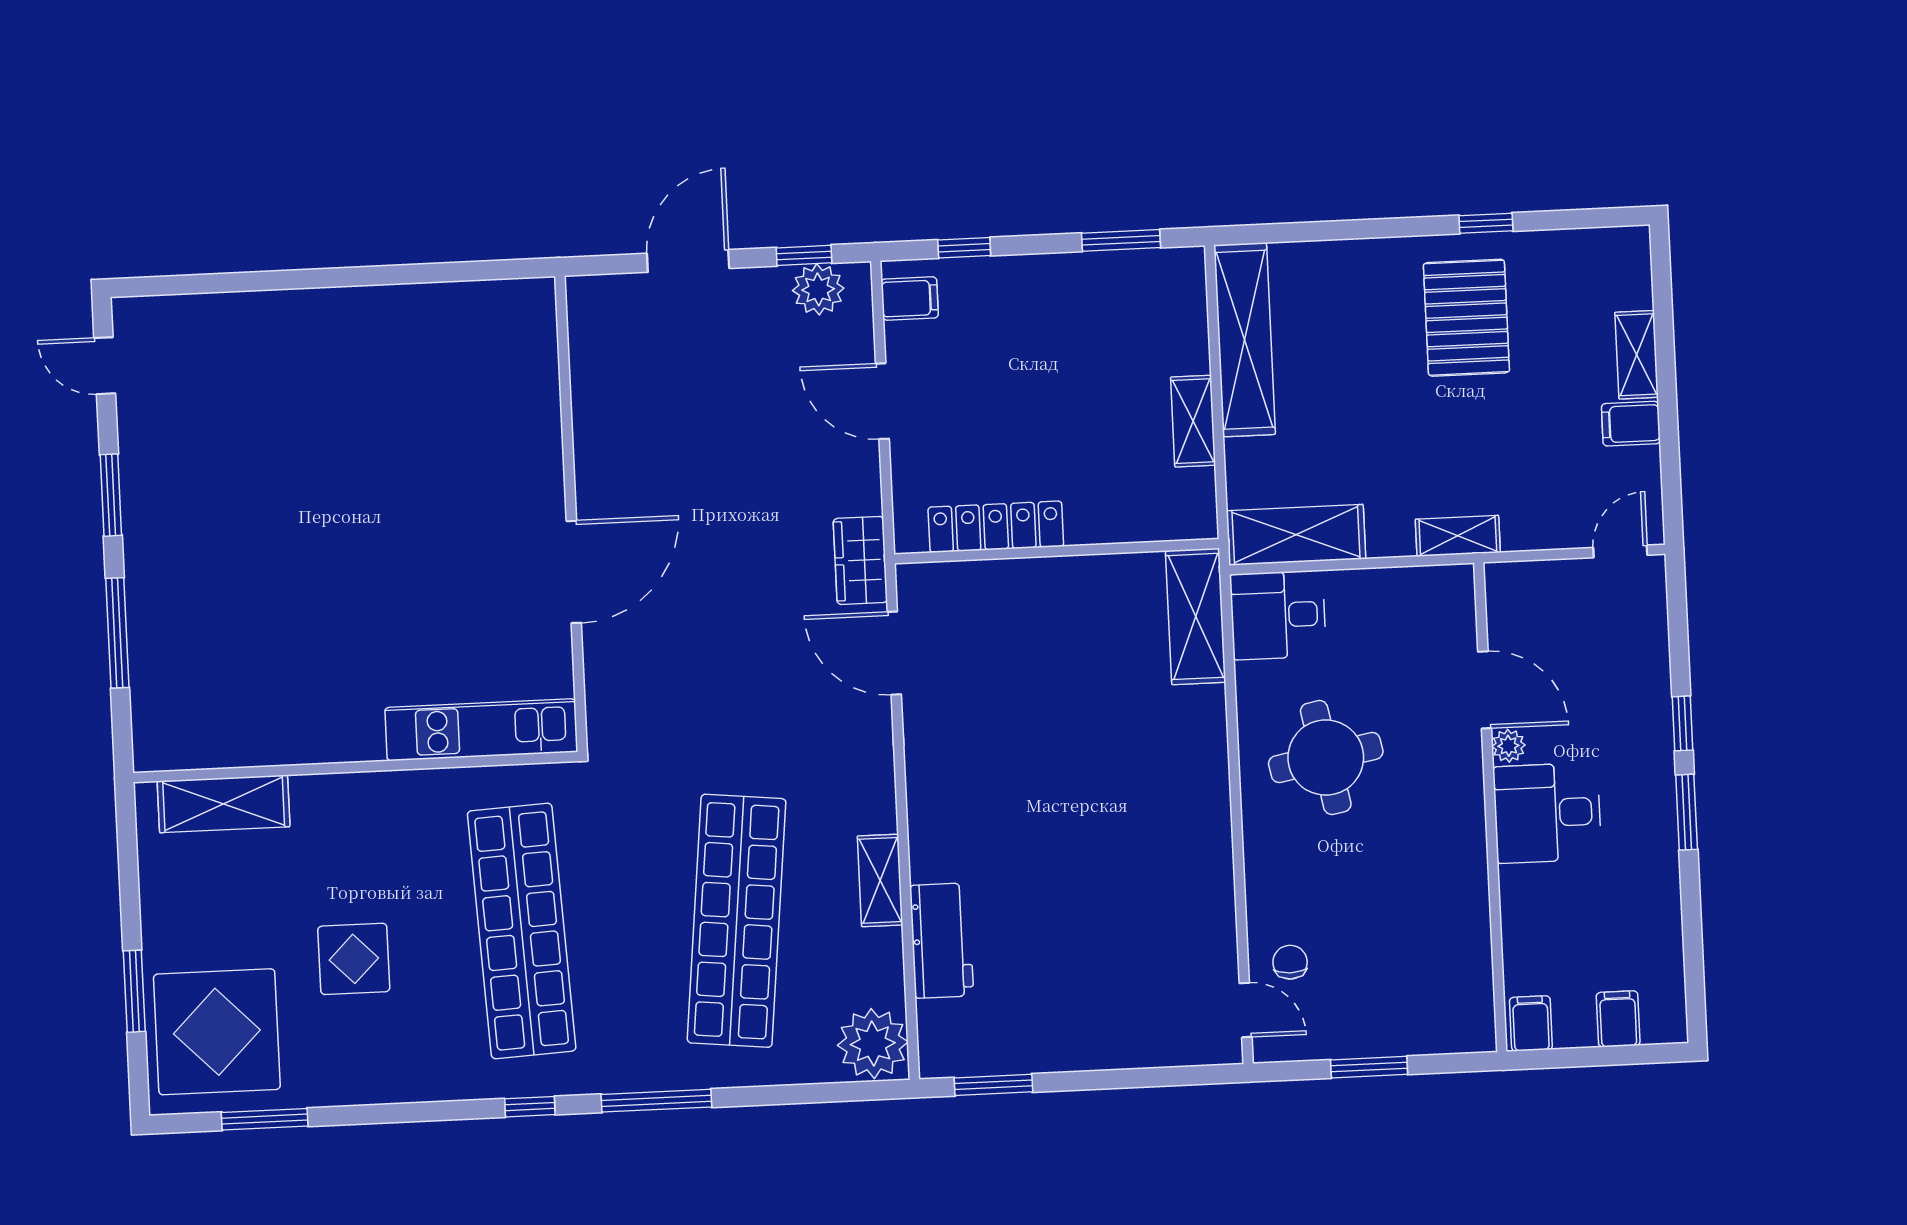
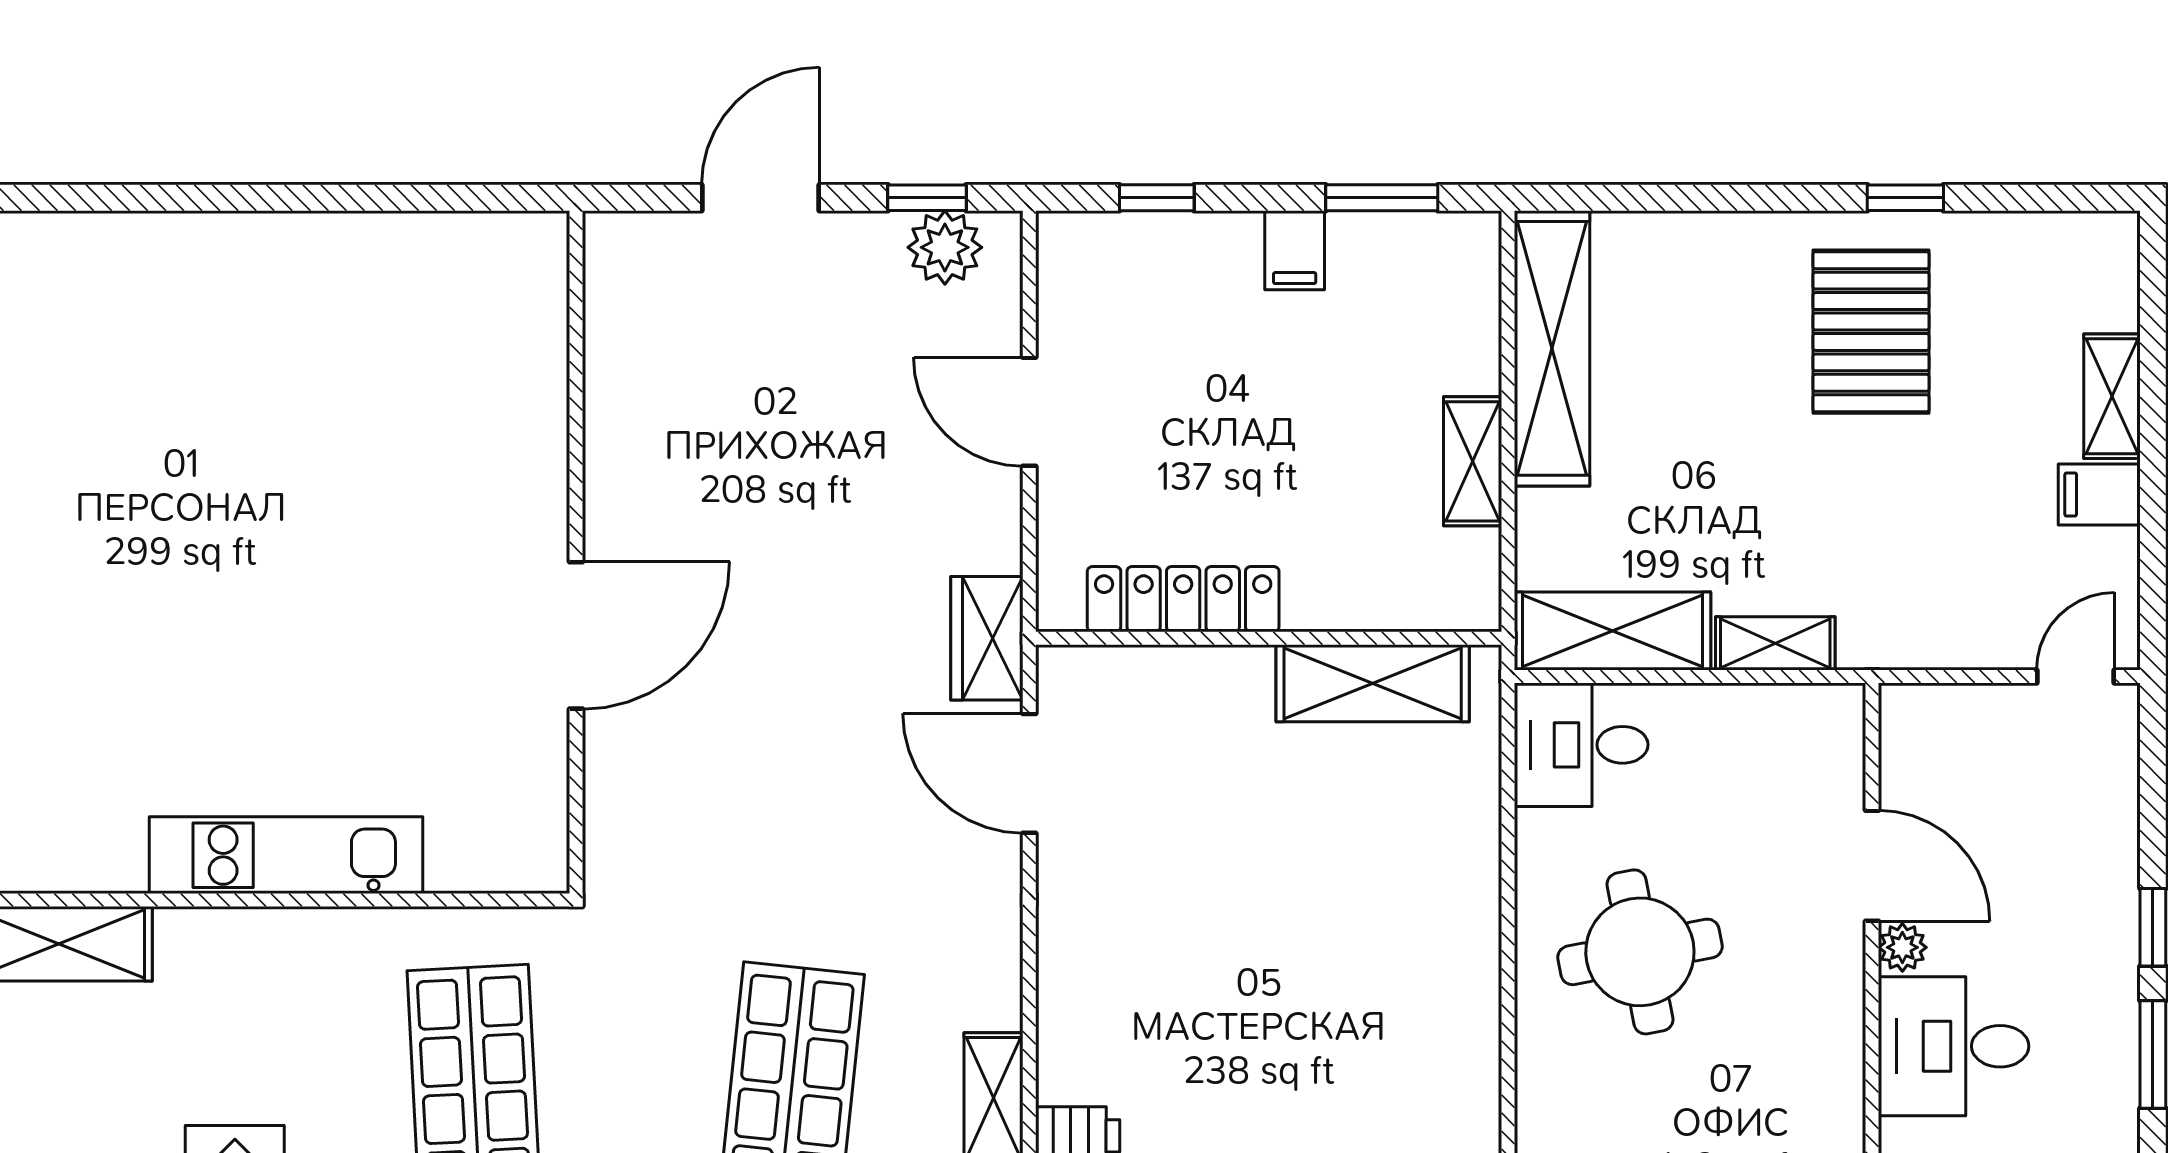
filing cabinet: (910, 298) -> (1295, 250), moved, turned 90
shelving: (1458, 536) -> (1775, 643), moved
shelving: (1196, 616) -> (1373, 683), moved, turned 90
kitchen unit: (481, 730) -> (286, 855), moved

